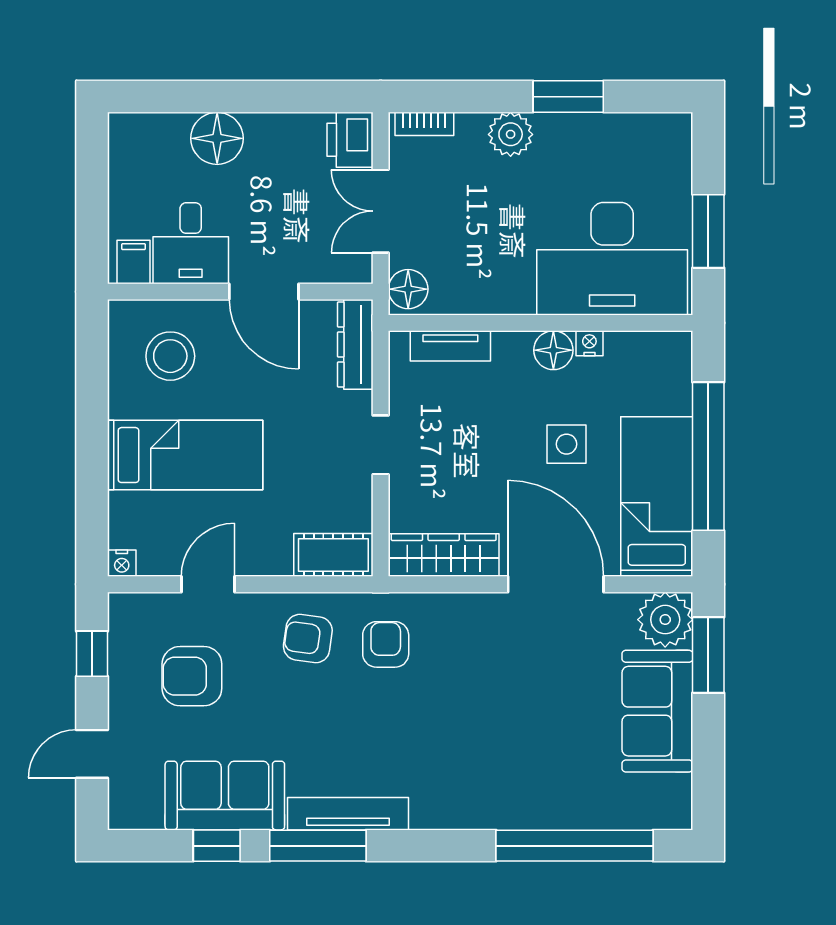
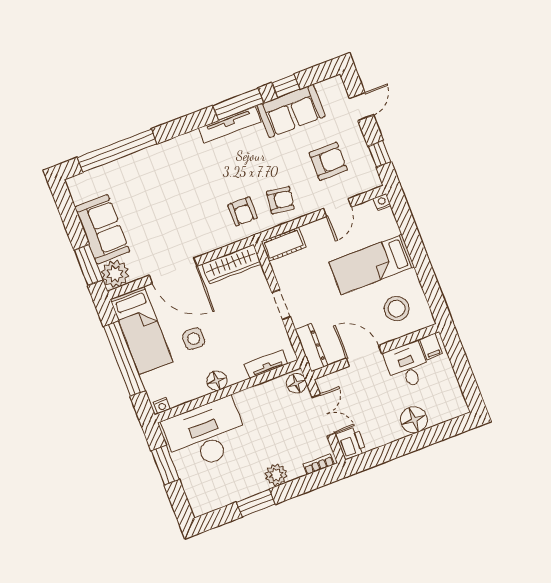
nightstand: (589, 343) -> (162, 406), moved

